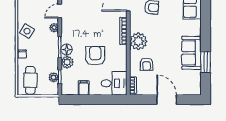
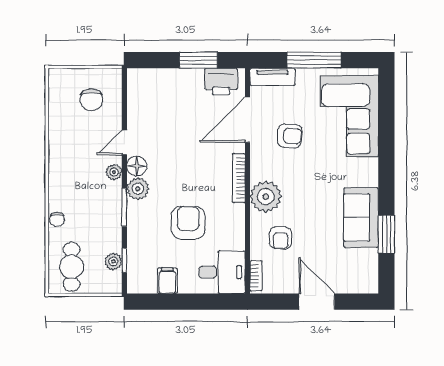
side table: (27, 31) -> (66, 178), removed
floor lamp: (67, 49) -> (137, 166), moved
plant: (67, 62) -> (138, 189), moved

